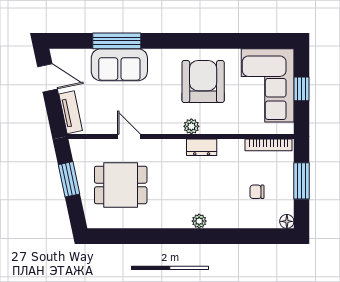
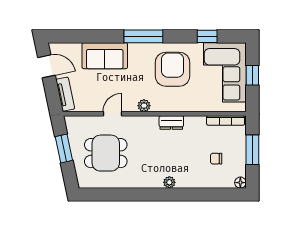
window: (117, 41) -> (143, 36), moved
window: (246, 41) -> (207, 36), added
plant: (191, 126) -> (144, 106), moved
door: (129, 137) -> (112, 114), hinge flipped

